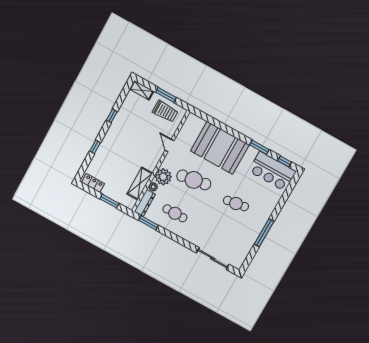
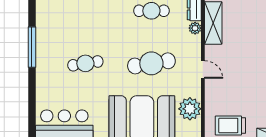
door: (170, 145) -> (203, 70), moved
plant: (163, 177) -> (190, 109), moved

